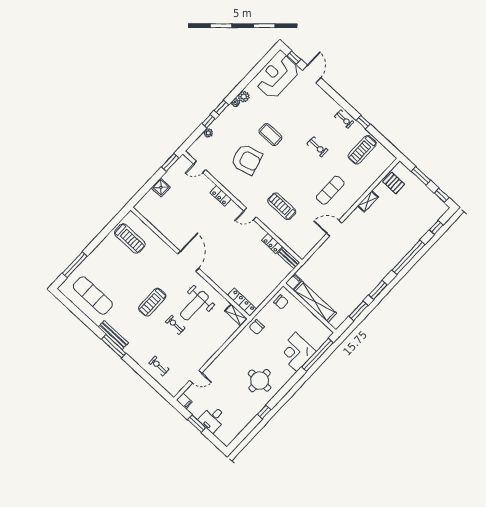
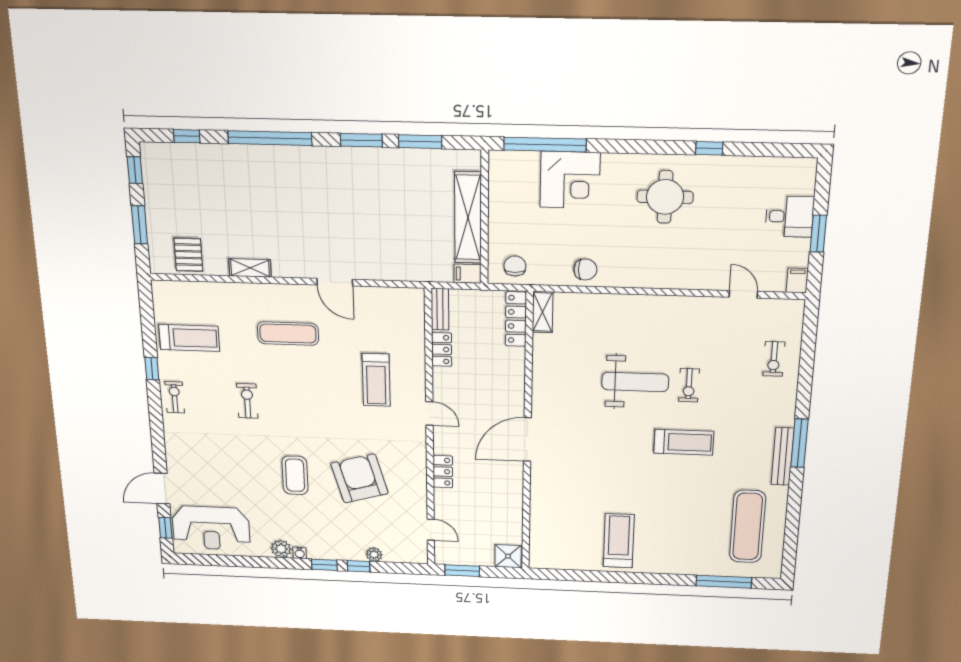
door: (188, 261) -> (527, 440), moved
wall: (190, 263) -> (527, 435), moved
locker: (242, 302) -> (516, 319), moved
shelving: (236, 315) -> (543, 312), moved

